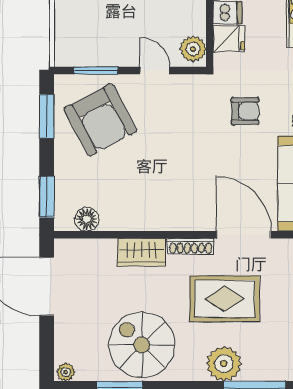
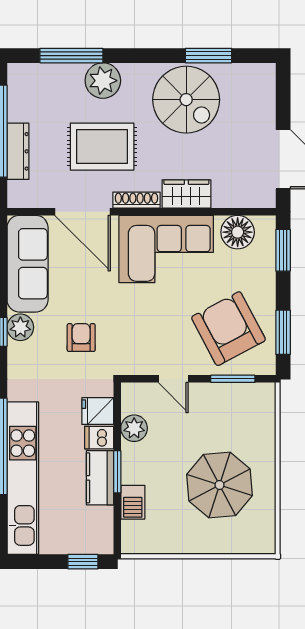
plant: (193, 49) -> (134, 428), moved
armchair: (245, 111) -> (81, 338), turned 90
corner sofa: (162, 198) -> (166, 249), added
floor lamp: (87, 219) -> (238, 232), width x1.38, depth x1.38
plant: (66, 372) -> (264, 72), removed

